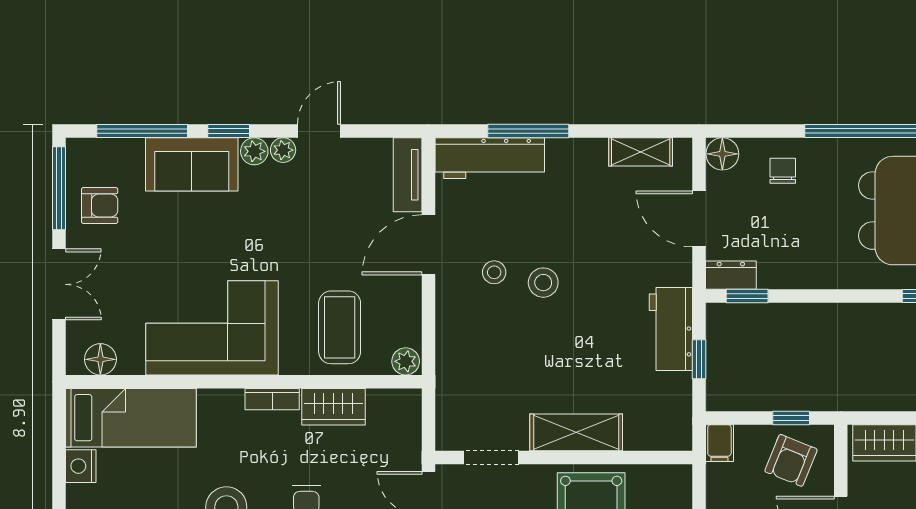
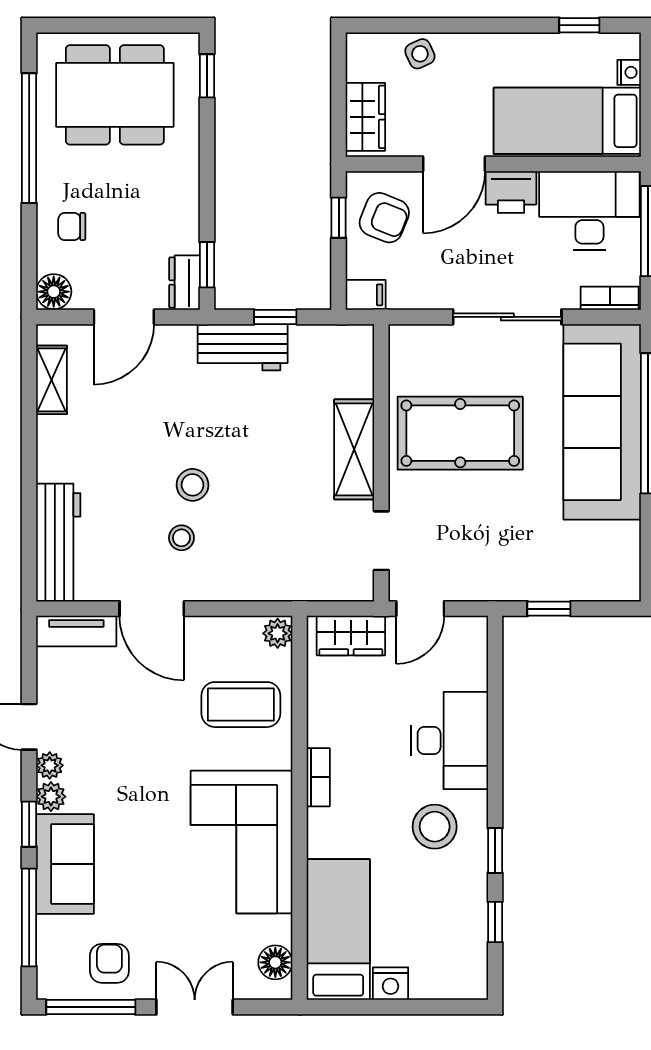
window: (528, 131) -> (29, 501), removed
wardrobe: (333, 407) -> (351, 636), moved, turned 90

